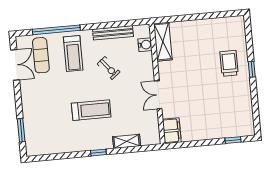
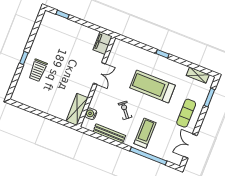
exercise mat: (41, 55) -> (186, 113), moved
treadmill: (91, 110) -> (152, 87), width x1.37, depth x1.38
shelving: (127, 141) -> (198, 75), moved

